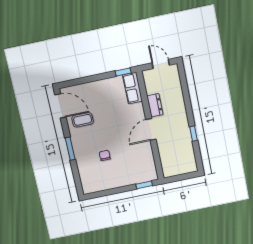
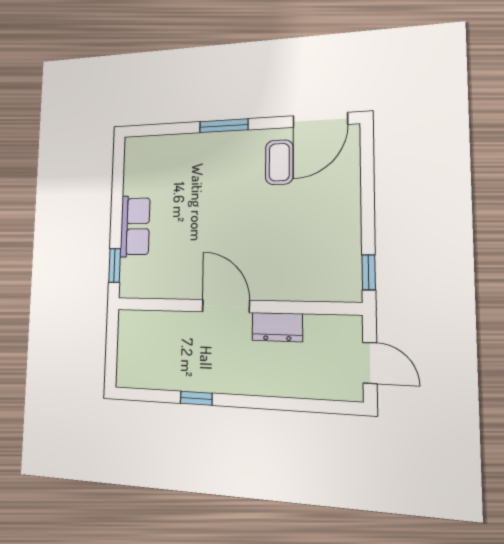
door: (161, 64) -> (370, 363), hinge flipped
row of seats: (133, 88) -> (135, 226), moved, turned 90
chair: (105, 155) -> (193, 195), removed

